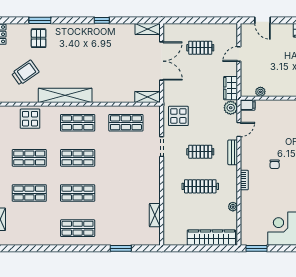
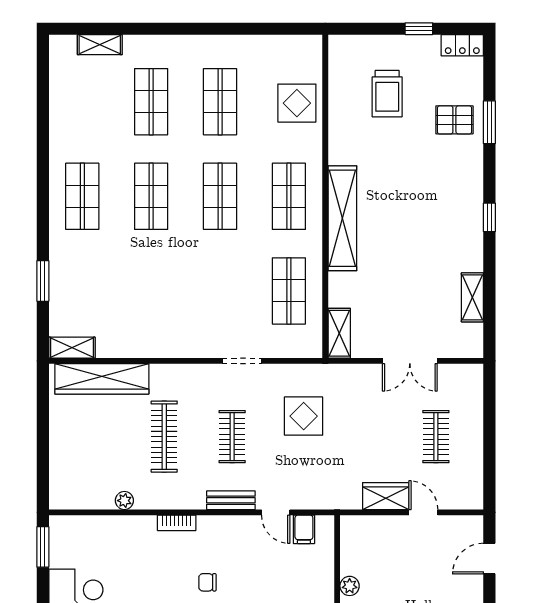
window: (102, 20) -> (489, 217), moved
shelving: (148, 29) -> (472, 297), moved
double door: (162, 61) -> (410, 361), width x0.73
trolley: (25, 73) -> (387, 94), turned 35
wardrobe: (231, 88) -> (386, 496), moved
plant: (260, 92) -> (350, 586), moved
shelving: (65, 95) -> (342, 218), moved
filing cabinet: (248, 105) -> (304, 529), moved
plant: (231, 108) -> (318, 496), removed
display table: (178, 116) -> (304, 416), moved
shelving: (155, 215) -> (72, 348), moved
wardrobe: (211, 238) -> (102, 379), moved, turned 90

